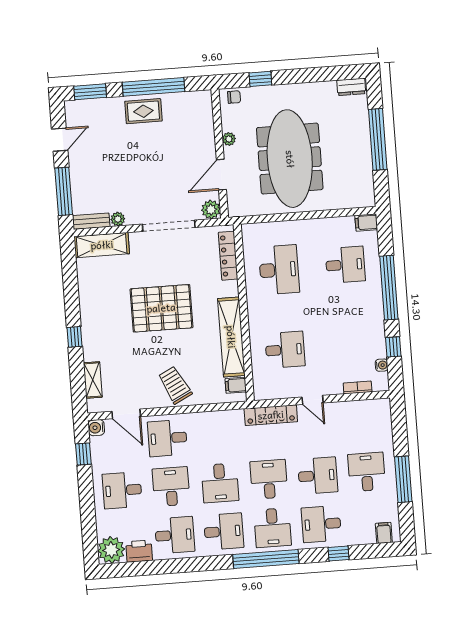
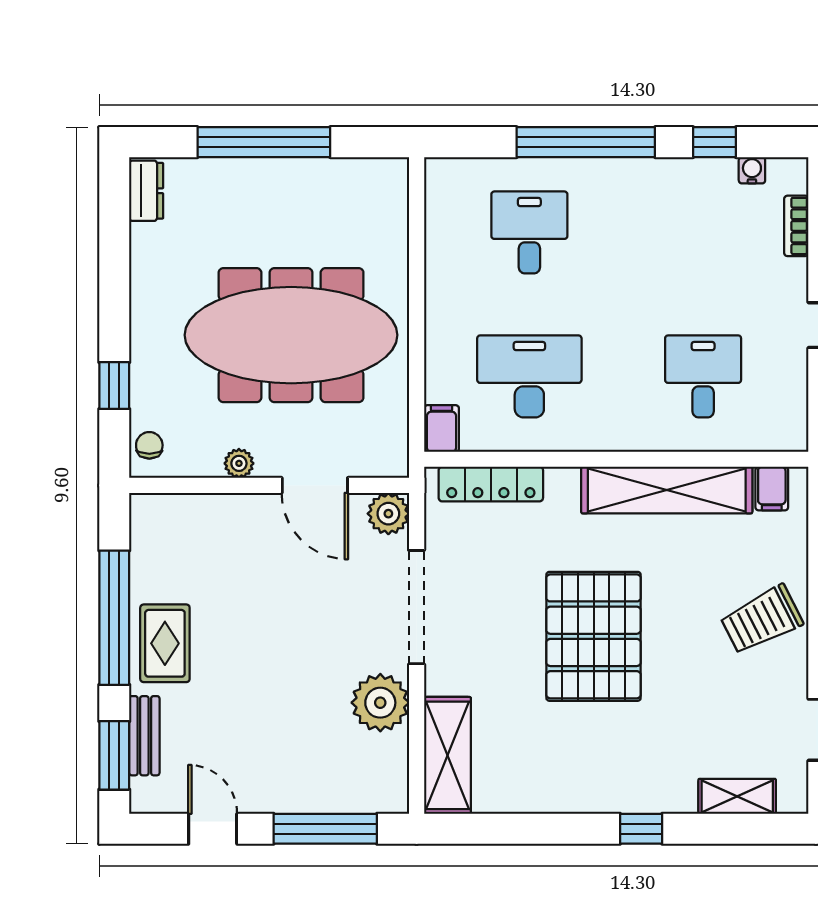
plant: (118, 219) -> (380, 703), width x1.87, depth x1.87
bench: (91, 221) -> (144, 736), moved
filing cabinet: (366, 222) -> (442, 429), moved, turned 180

